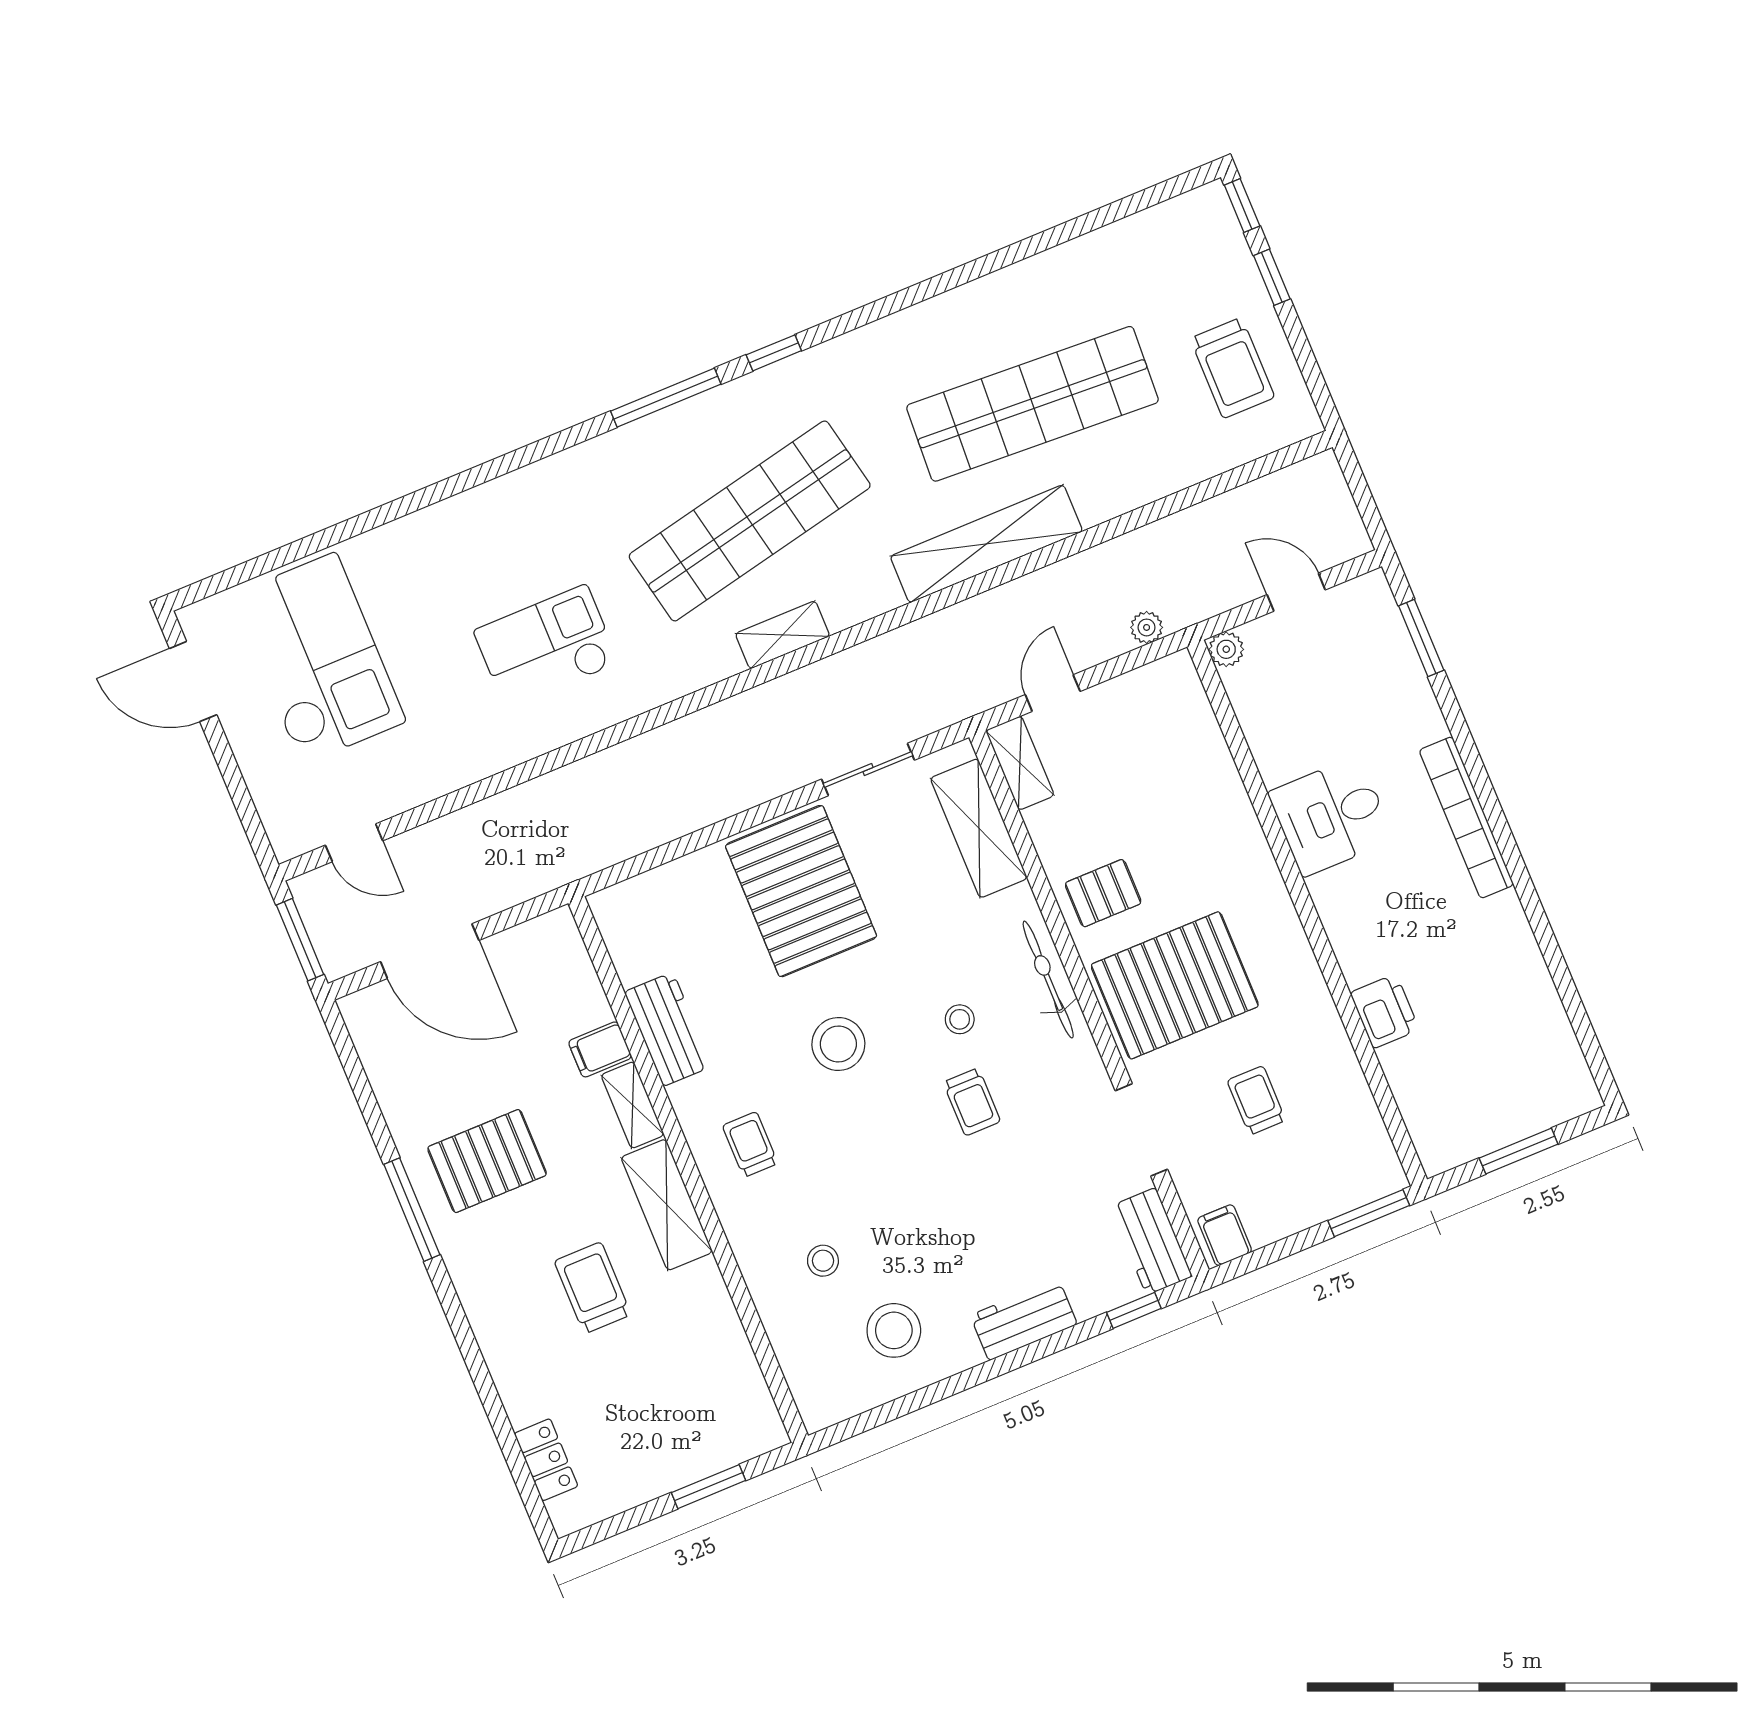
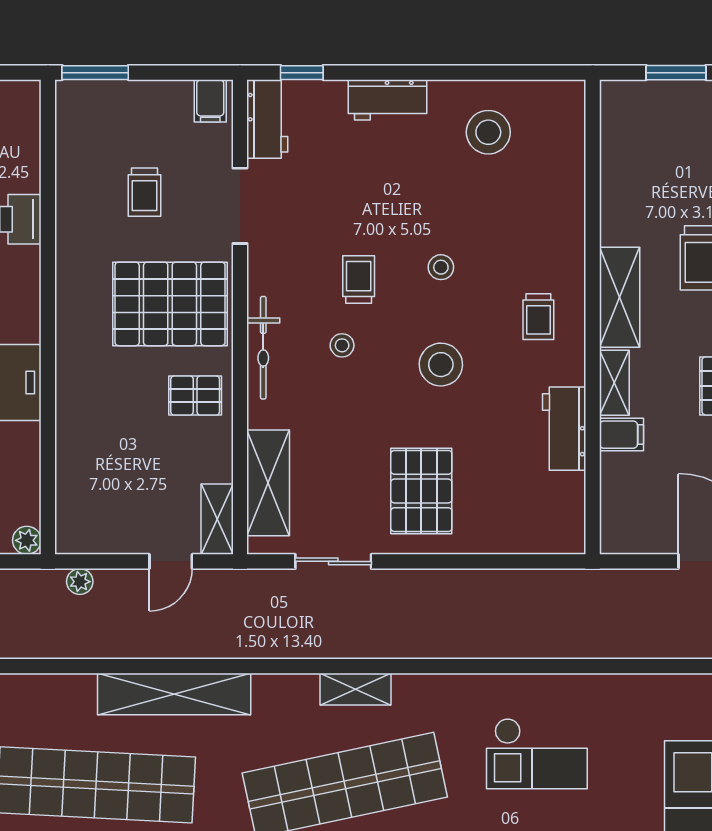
pallet: (801, 891) -> (421, 491), width x0.73, depth x0.71
stool: (823, 1261) -> (441, 267), moved

